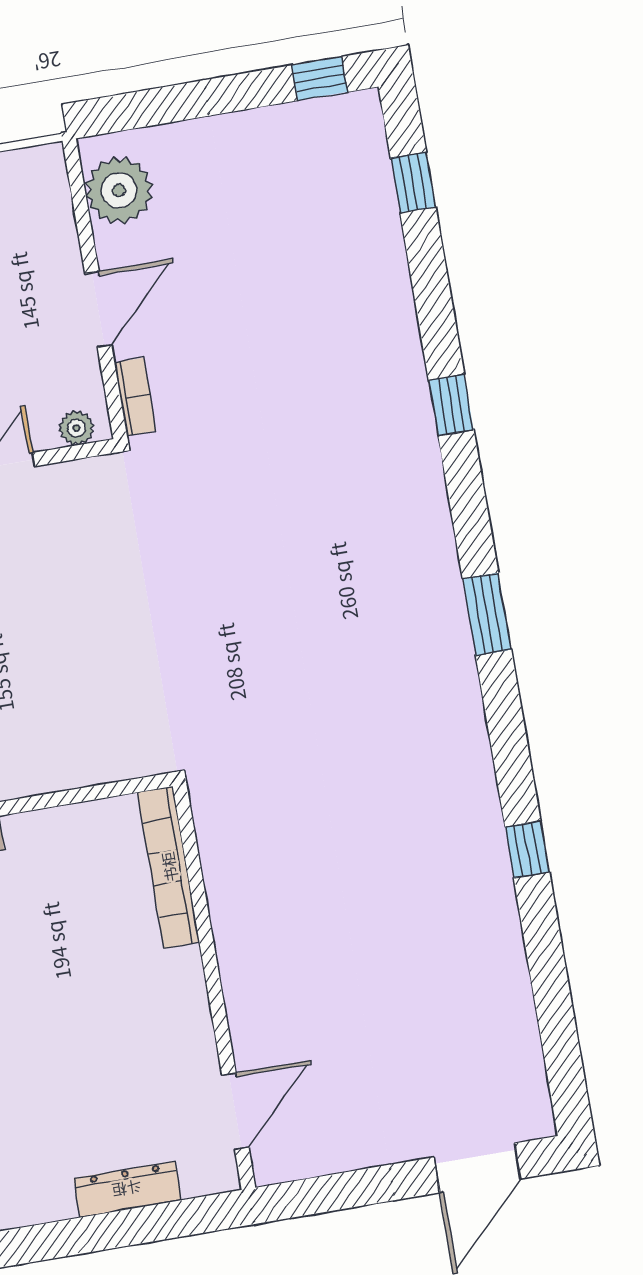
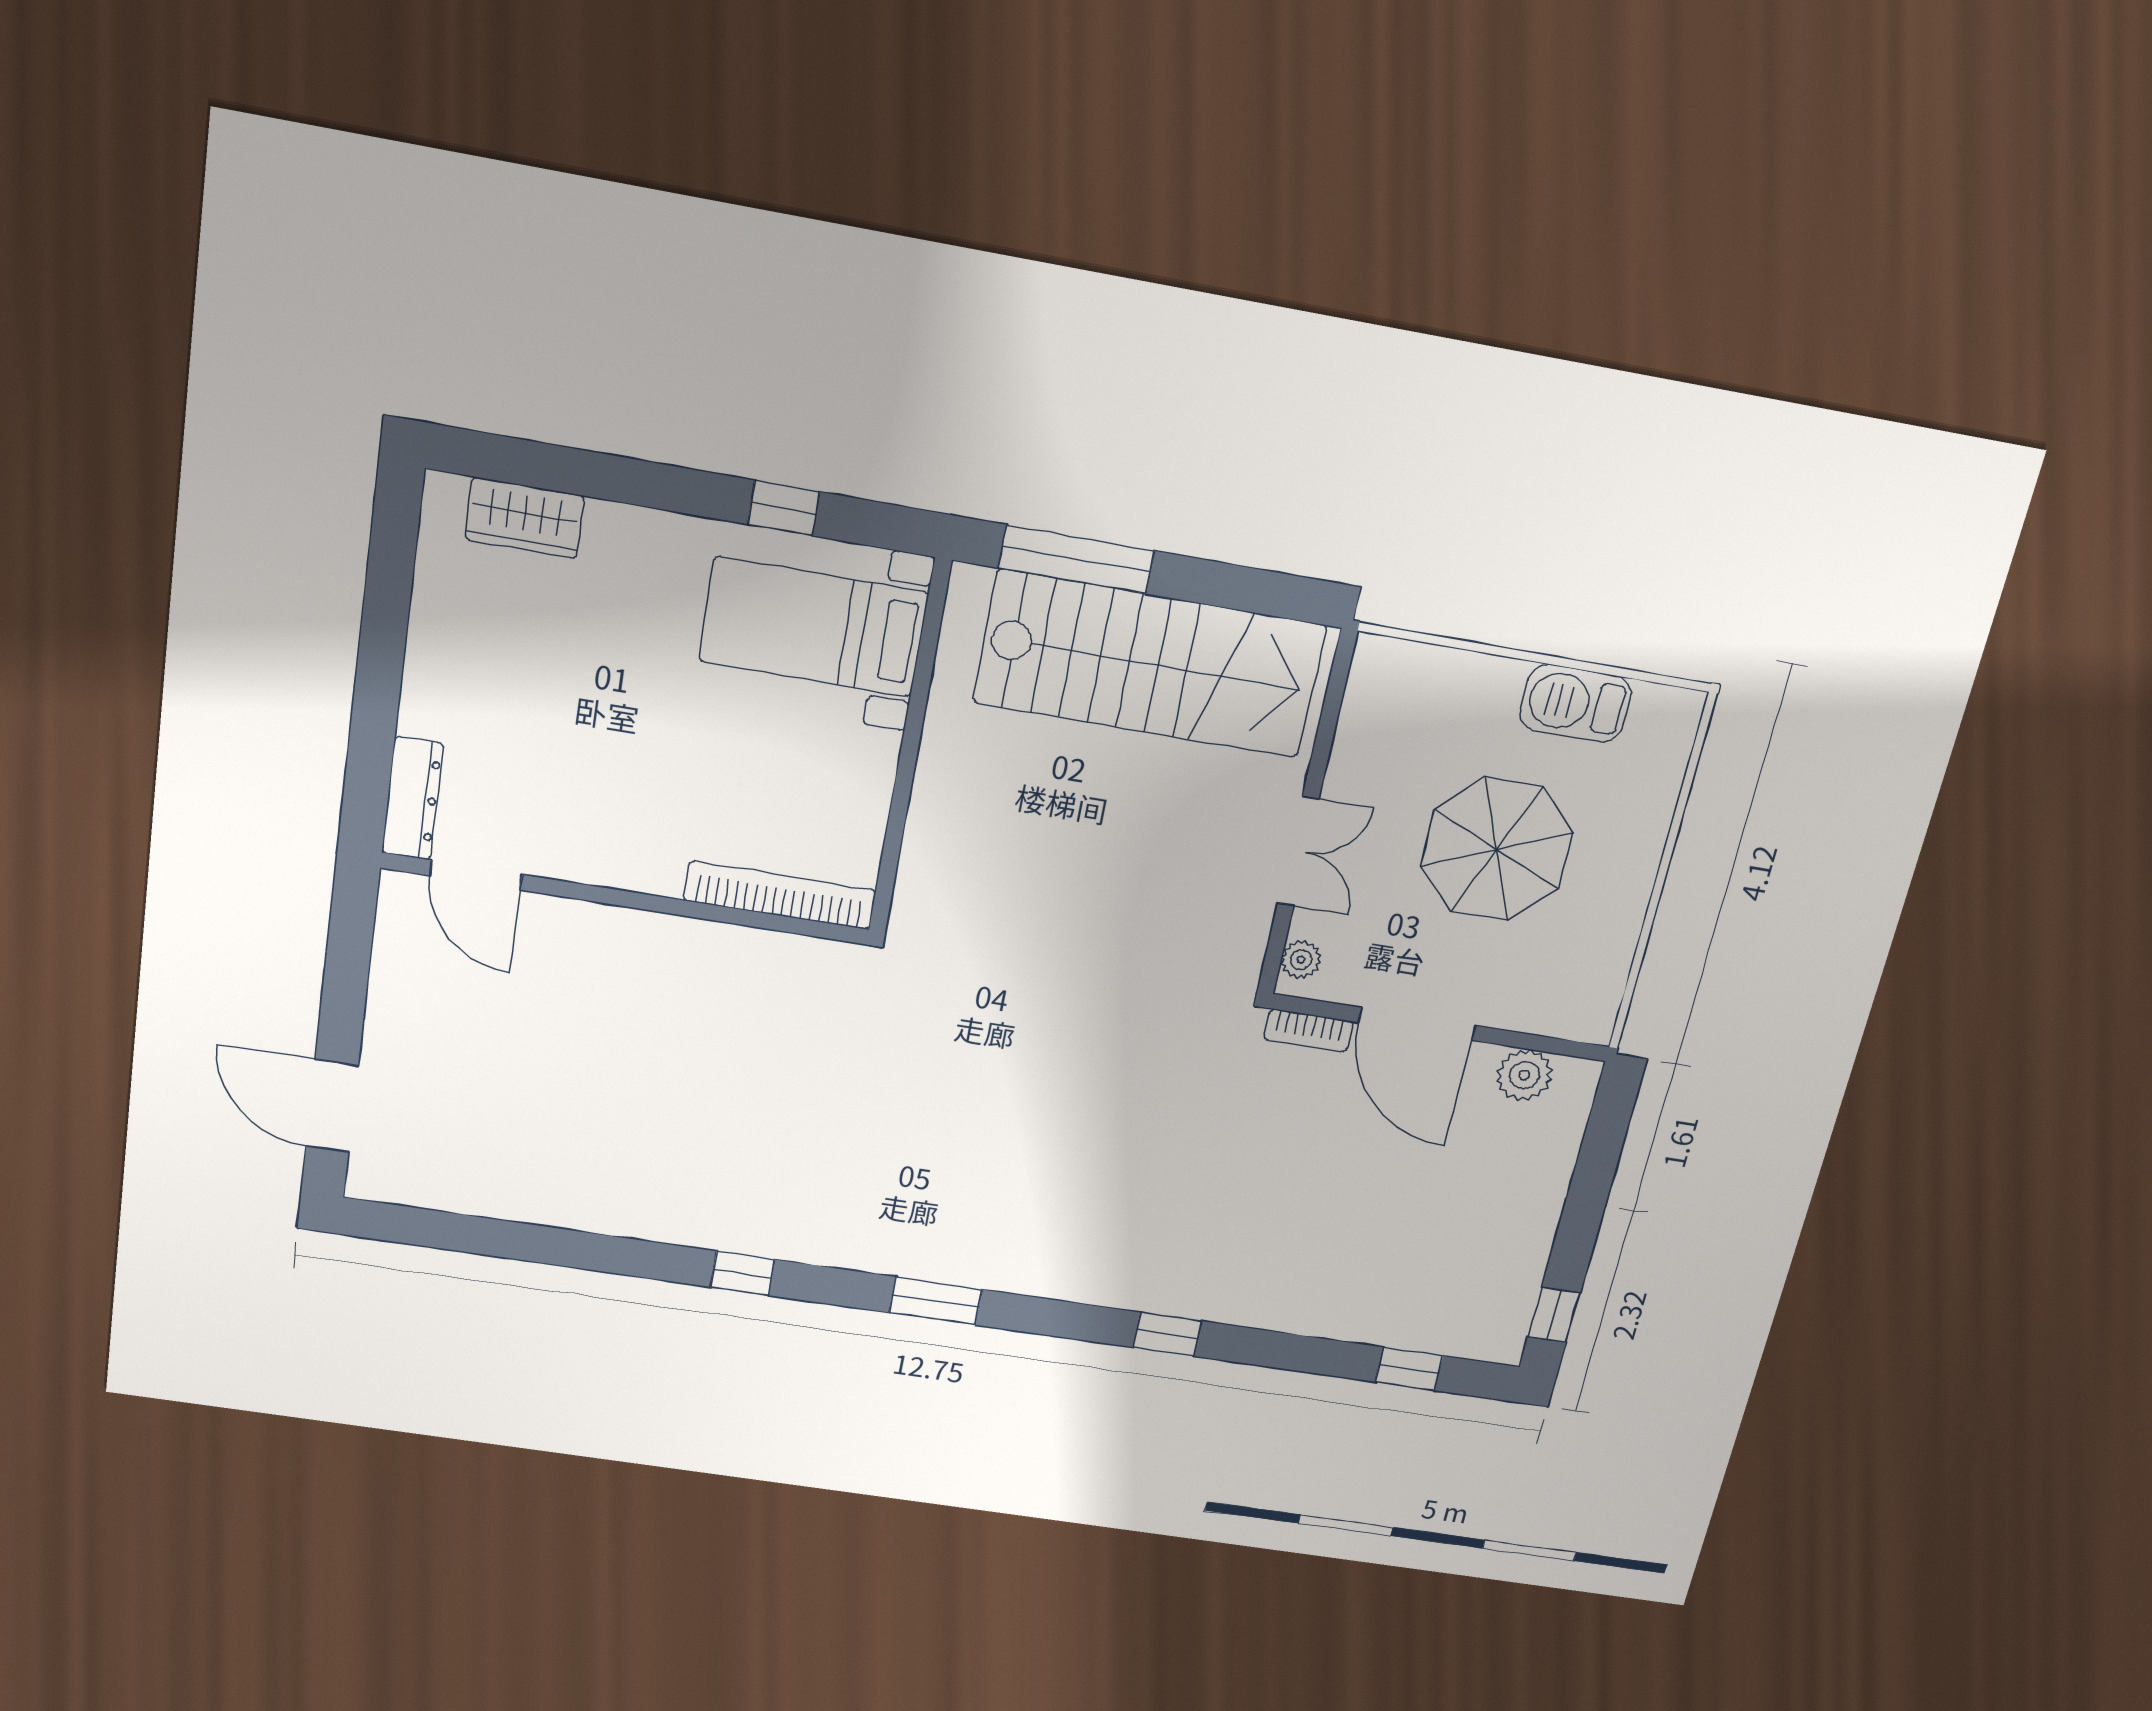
plant: (119, 190) -> (1524, 1075), width x0.73, depth x0.73
door: (98, 309) -> (1417, 1024), width x1.36
window: (527, 850) -> (743, 1273), moved
dresser: (127, 1189) -> (413, 798), moved

